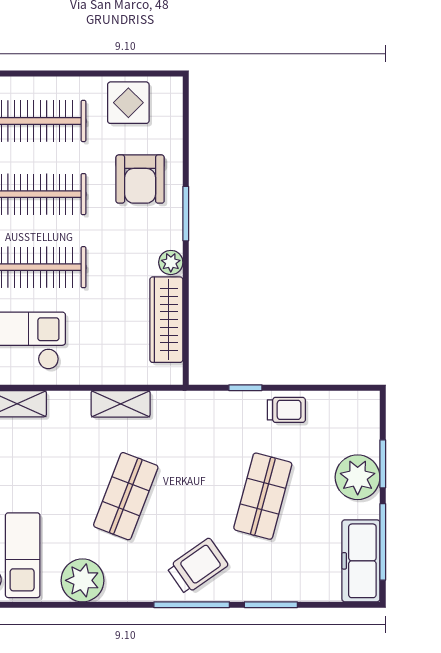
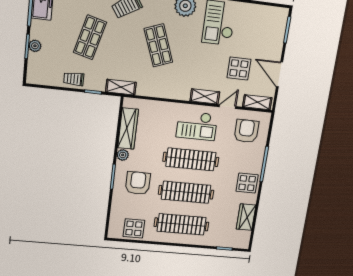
armchair: (140, 179) -> (138, 183), moved
shelving: (121, 404) -> (121, 87), moved
plant: (358, 477) -> (35, 46), width x0.53, depth x0.53
shop shelf: (126, 496) -> (158, 45), turned -42

